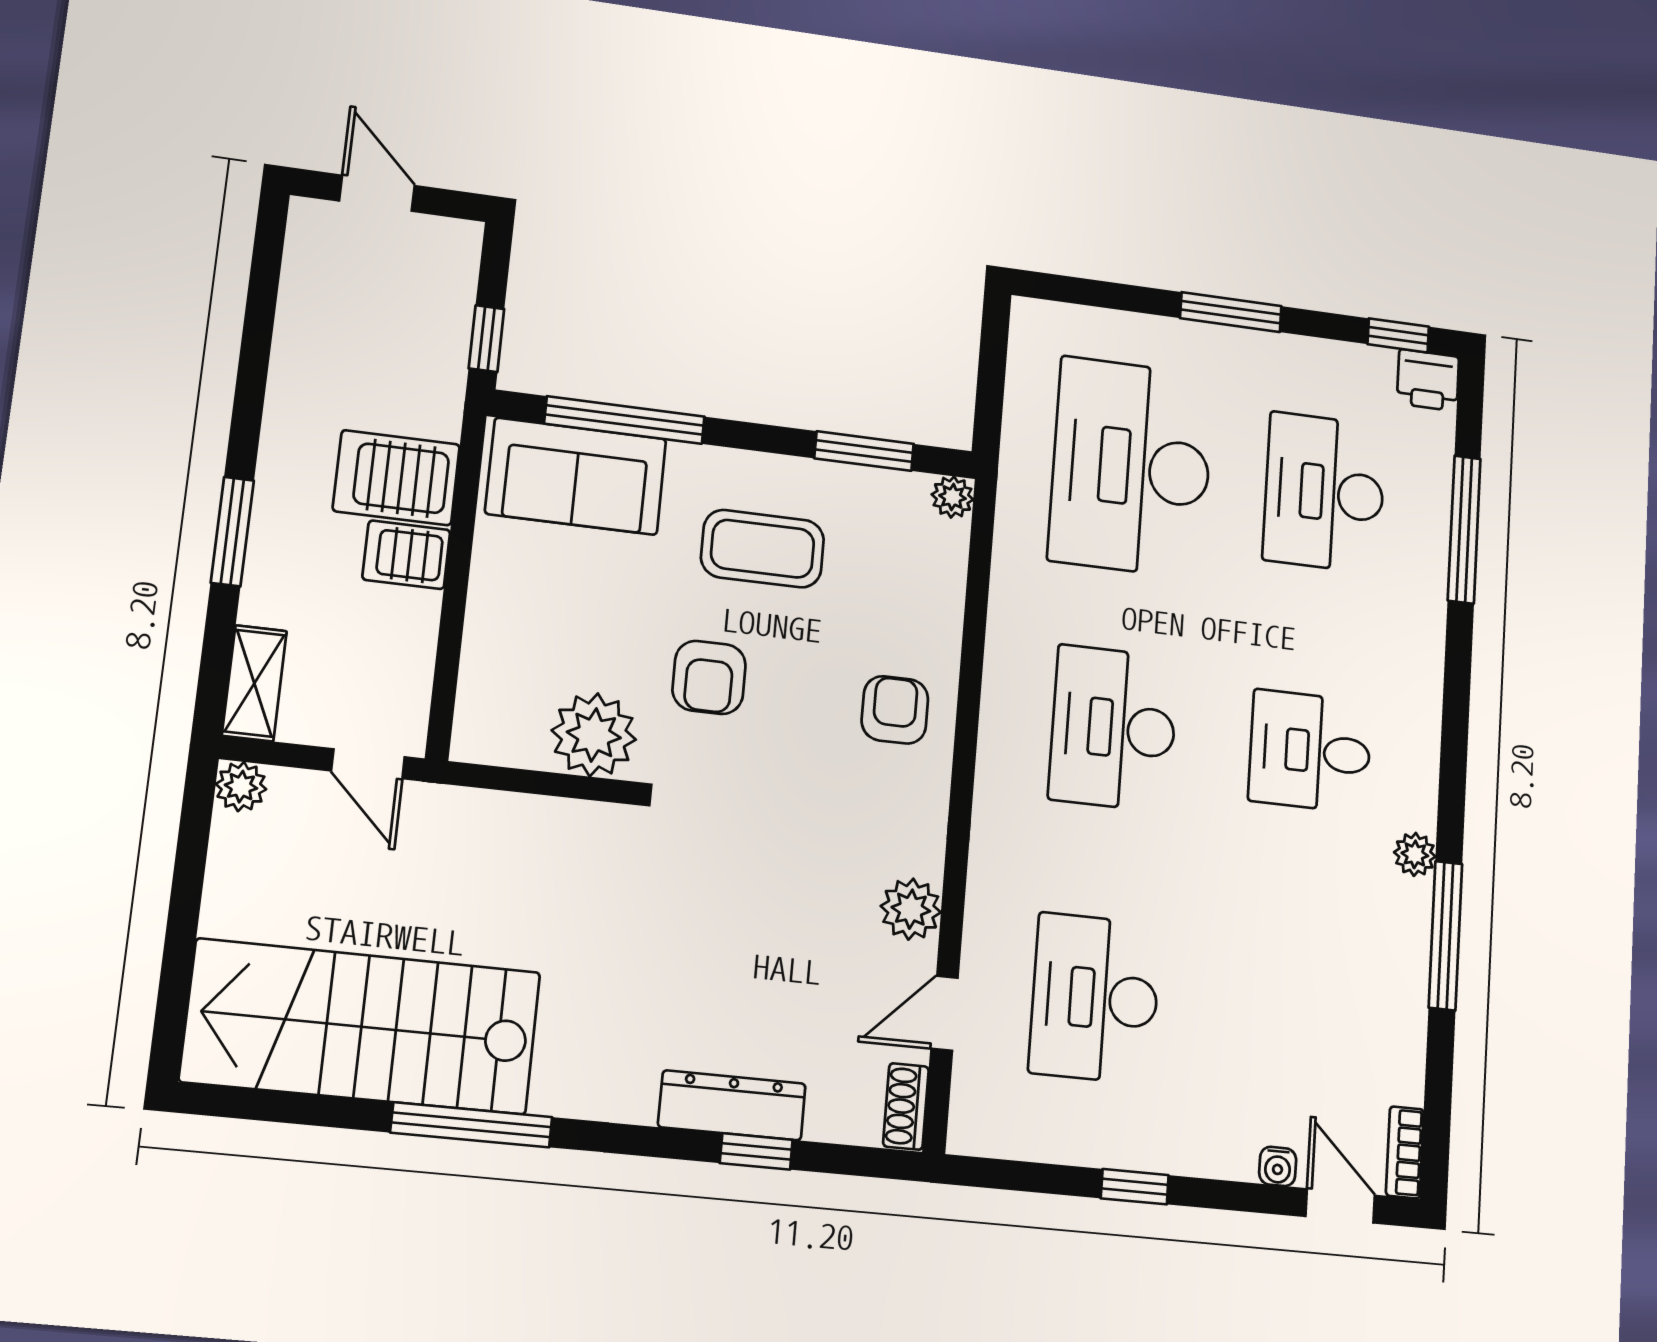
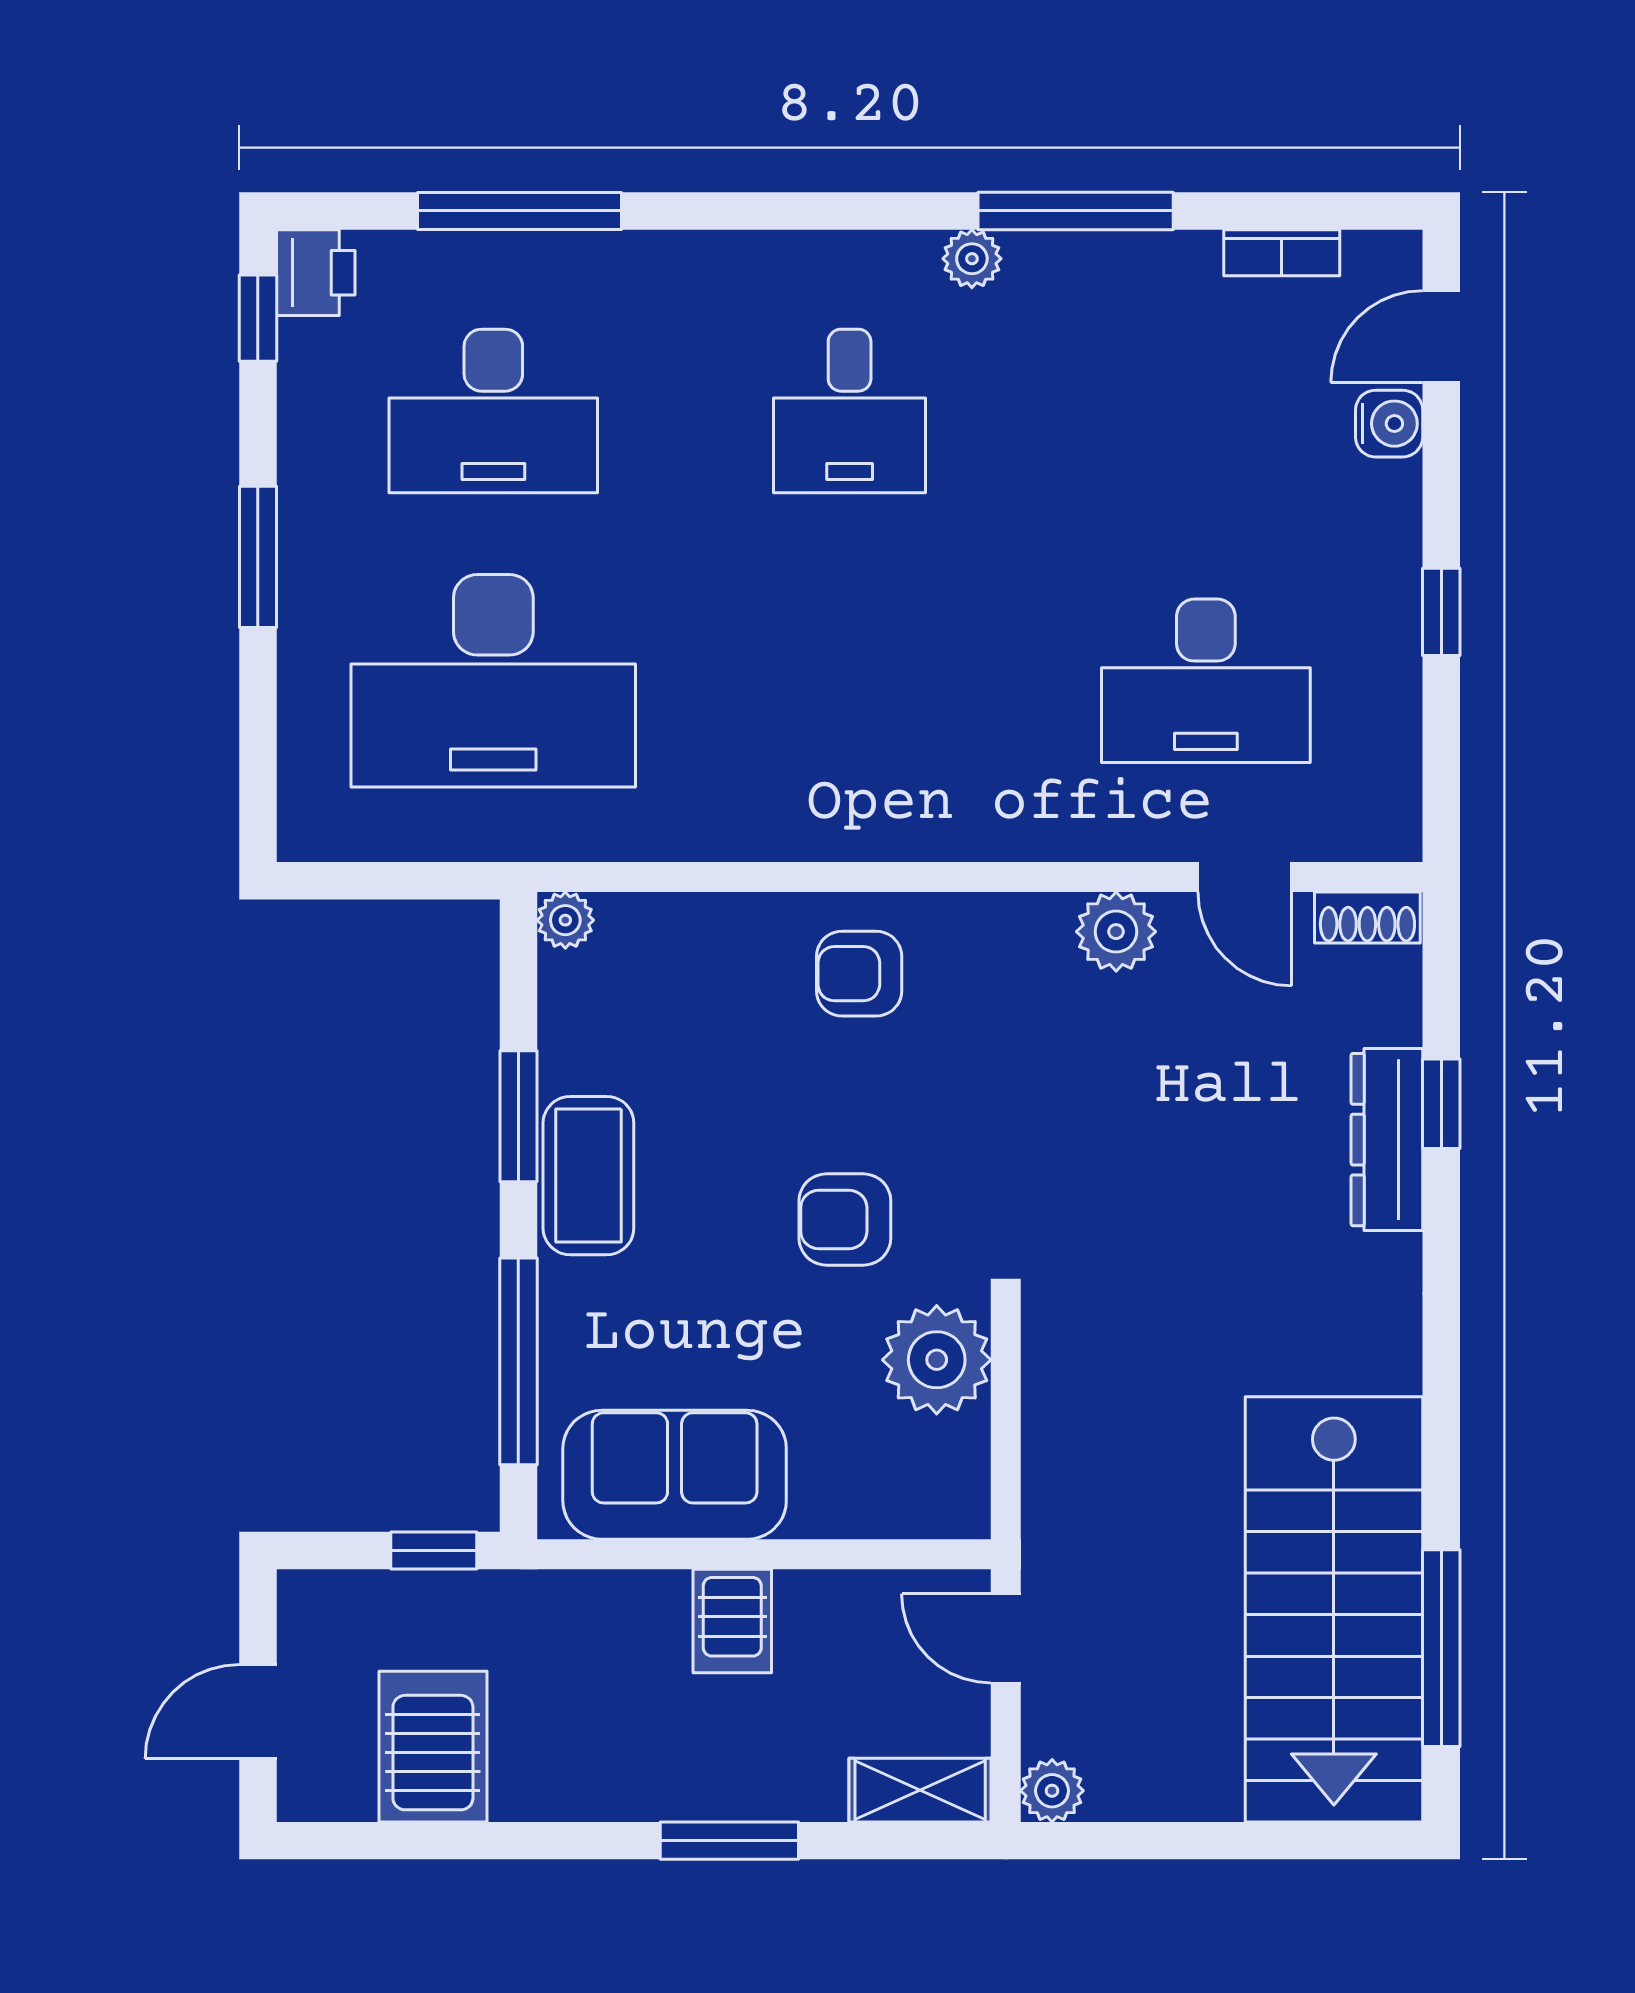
window: (864, 451) -> (518, 1116), moved
sofa: (576, 476) -> (675, 1475), moved, turned -90
server rack: (396, 478) -> (433, 1747), moved, turned 180
coffee table: (763, 549) -> (588, 1176), moved
armchair: (709, 677) -> (845, 1219), turned 180
desk: (1113, 728) -> (850, 681), removed
door: (368, 764) -> (1006, 1638), swing flipped
window: (471, 1125) -> (1441, 1648), moved
bookcase: (1405, 1152) -> (1282, 253), moved
water cooler: (1278, 1166) -> (1389, 424), width x1.38, depth x1.38

